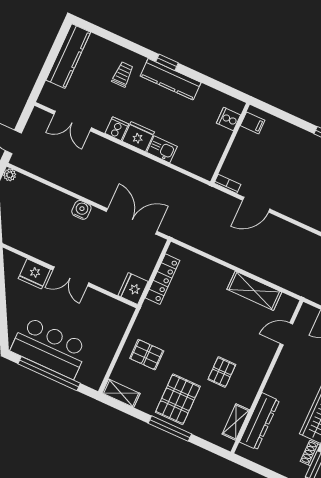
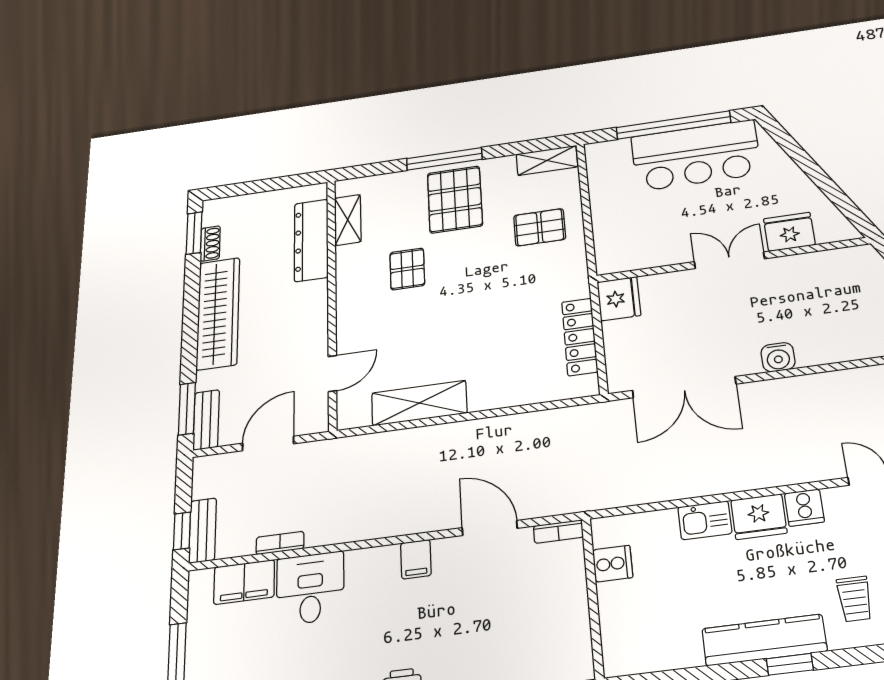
cooker: (229, 119) -> (613, 564), moved
filing cabinet: (253, 123) -> (416, 559), moved, turned -90
door: (256, 205) -> (490, 528), hinge flipped

